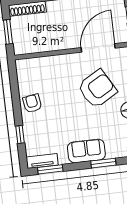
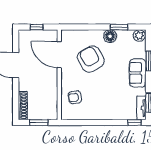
armchair: (32, 103) -> (75, 97), moved
window: (20, 134) -> (134, 123), moved

